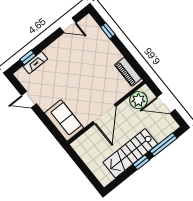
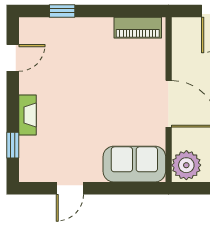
fireplace: (35, 63) -> (27, 115), moved
plant: (138, 100) -> (186, 165), moved

